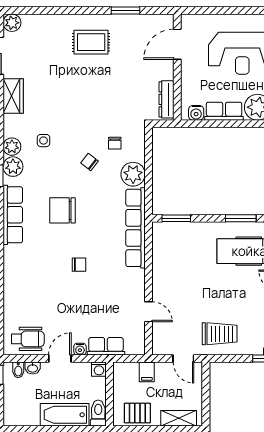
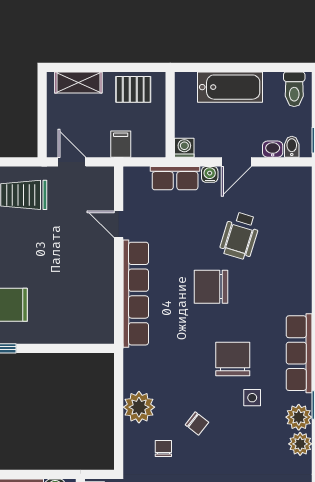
side table: (44, 141) -> (252, 398), moved
chair: (63, 210) -> (233, 359), turned -90
window: (176, 218) -> (81, 348), removed
row of seats: (135, 228) -> (136, 294), moved
chair: (79, 265) -> (211, 287), width x1.87, depth x1.87
wheelchair: (28, 339) -> (240, 236), moved, turned -73
toilet: (98, 413) -> (294, 89), moved

